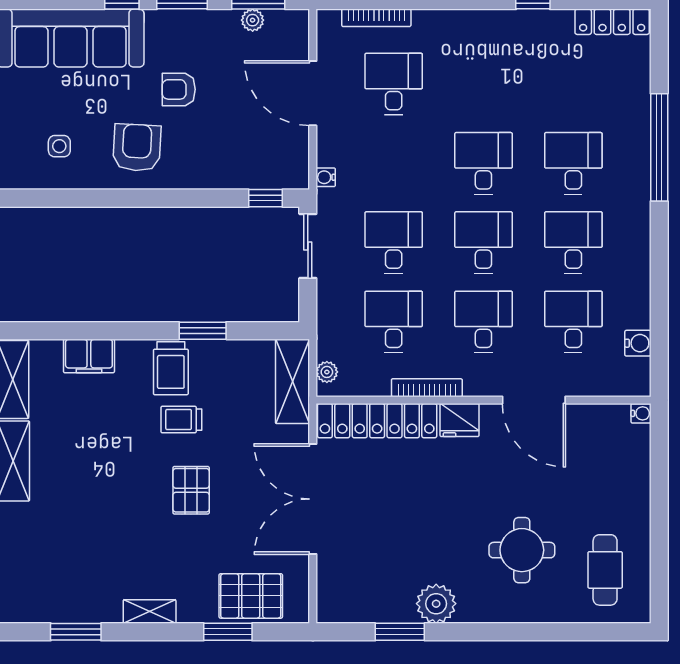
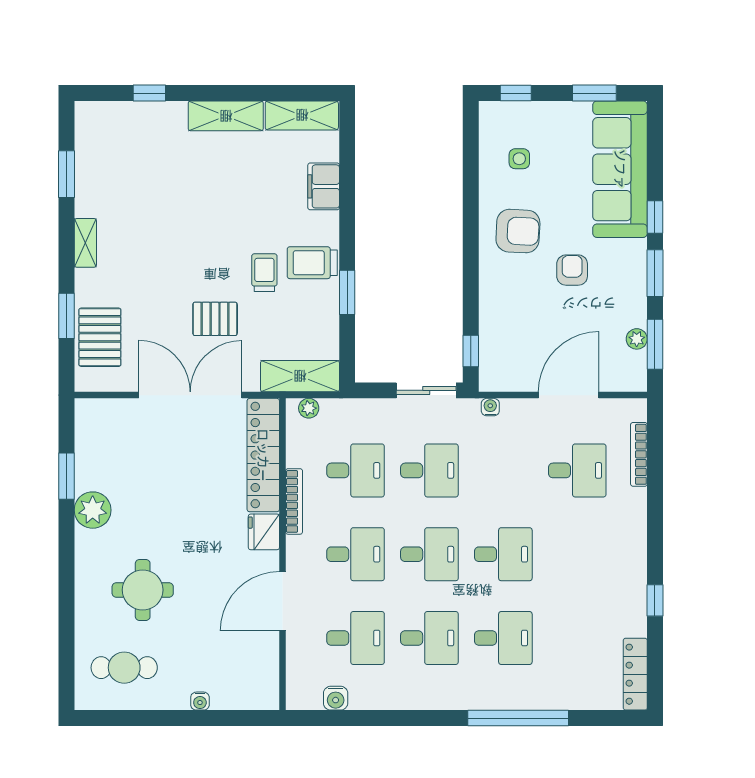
water cooler: (641, 413) -> (200, 701), moved
pallet: (191, 490) -> (215, 319), moved

